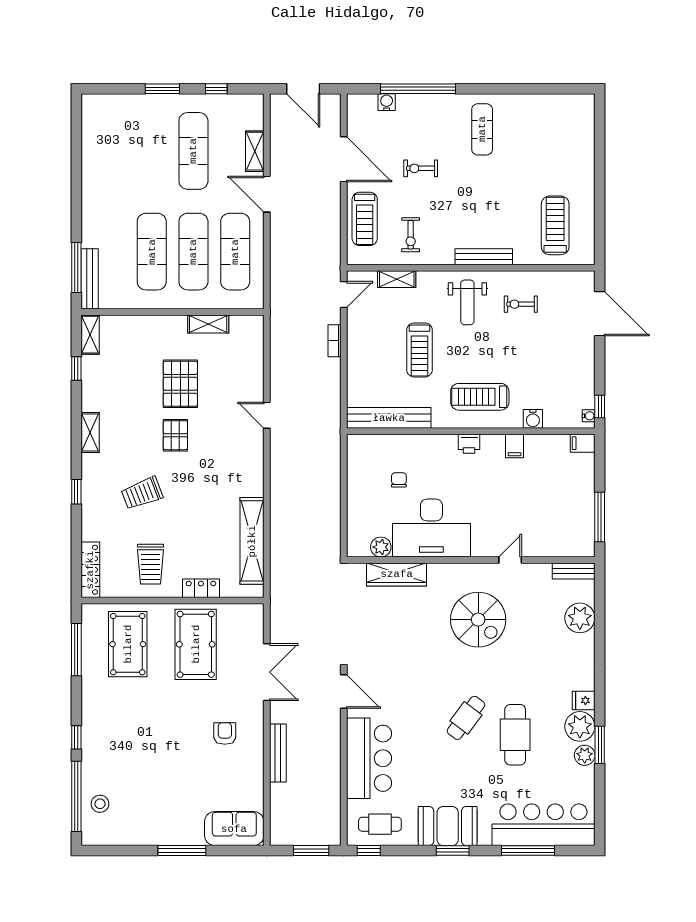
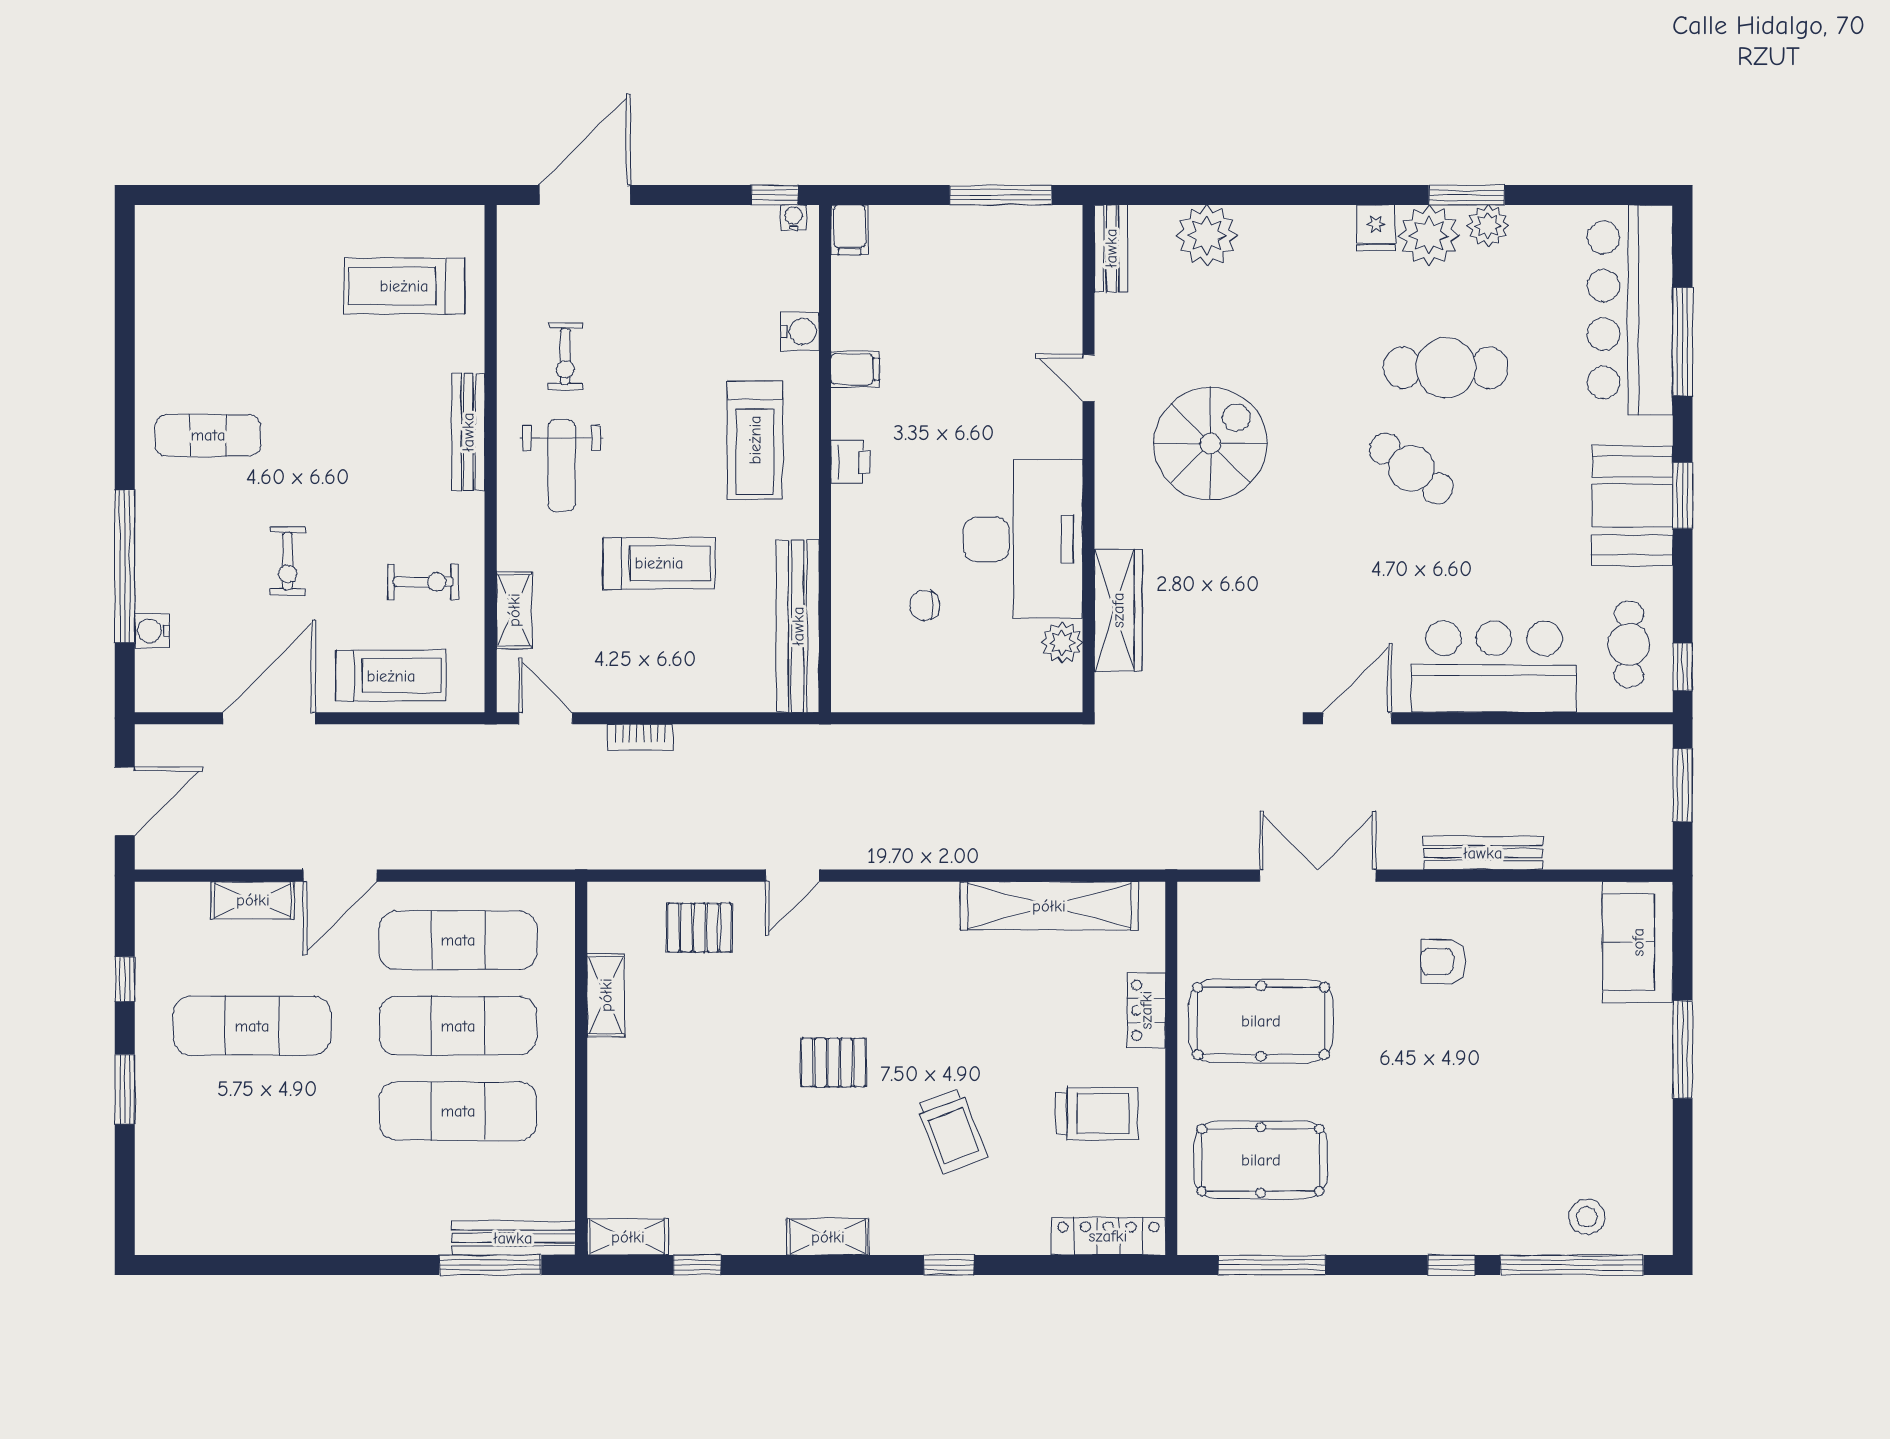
weight bench: (467, 302) -> (562, 466), turned 90
pallet: (180, 384) -> (699, 928), moved, width x0.67, depth x0.71

